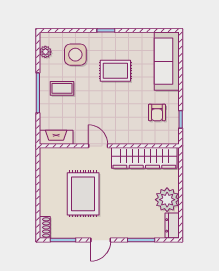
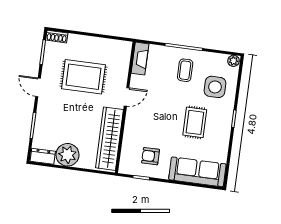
plant: (45, 52) -> (233, 61), moved

